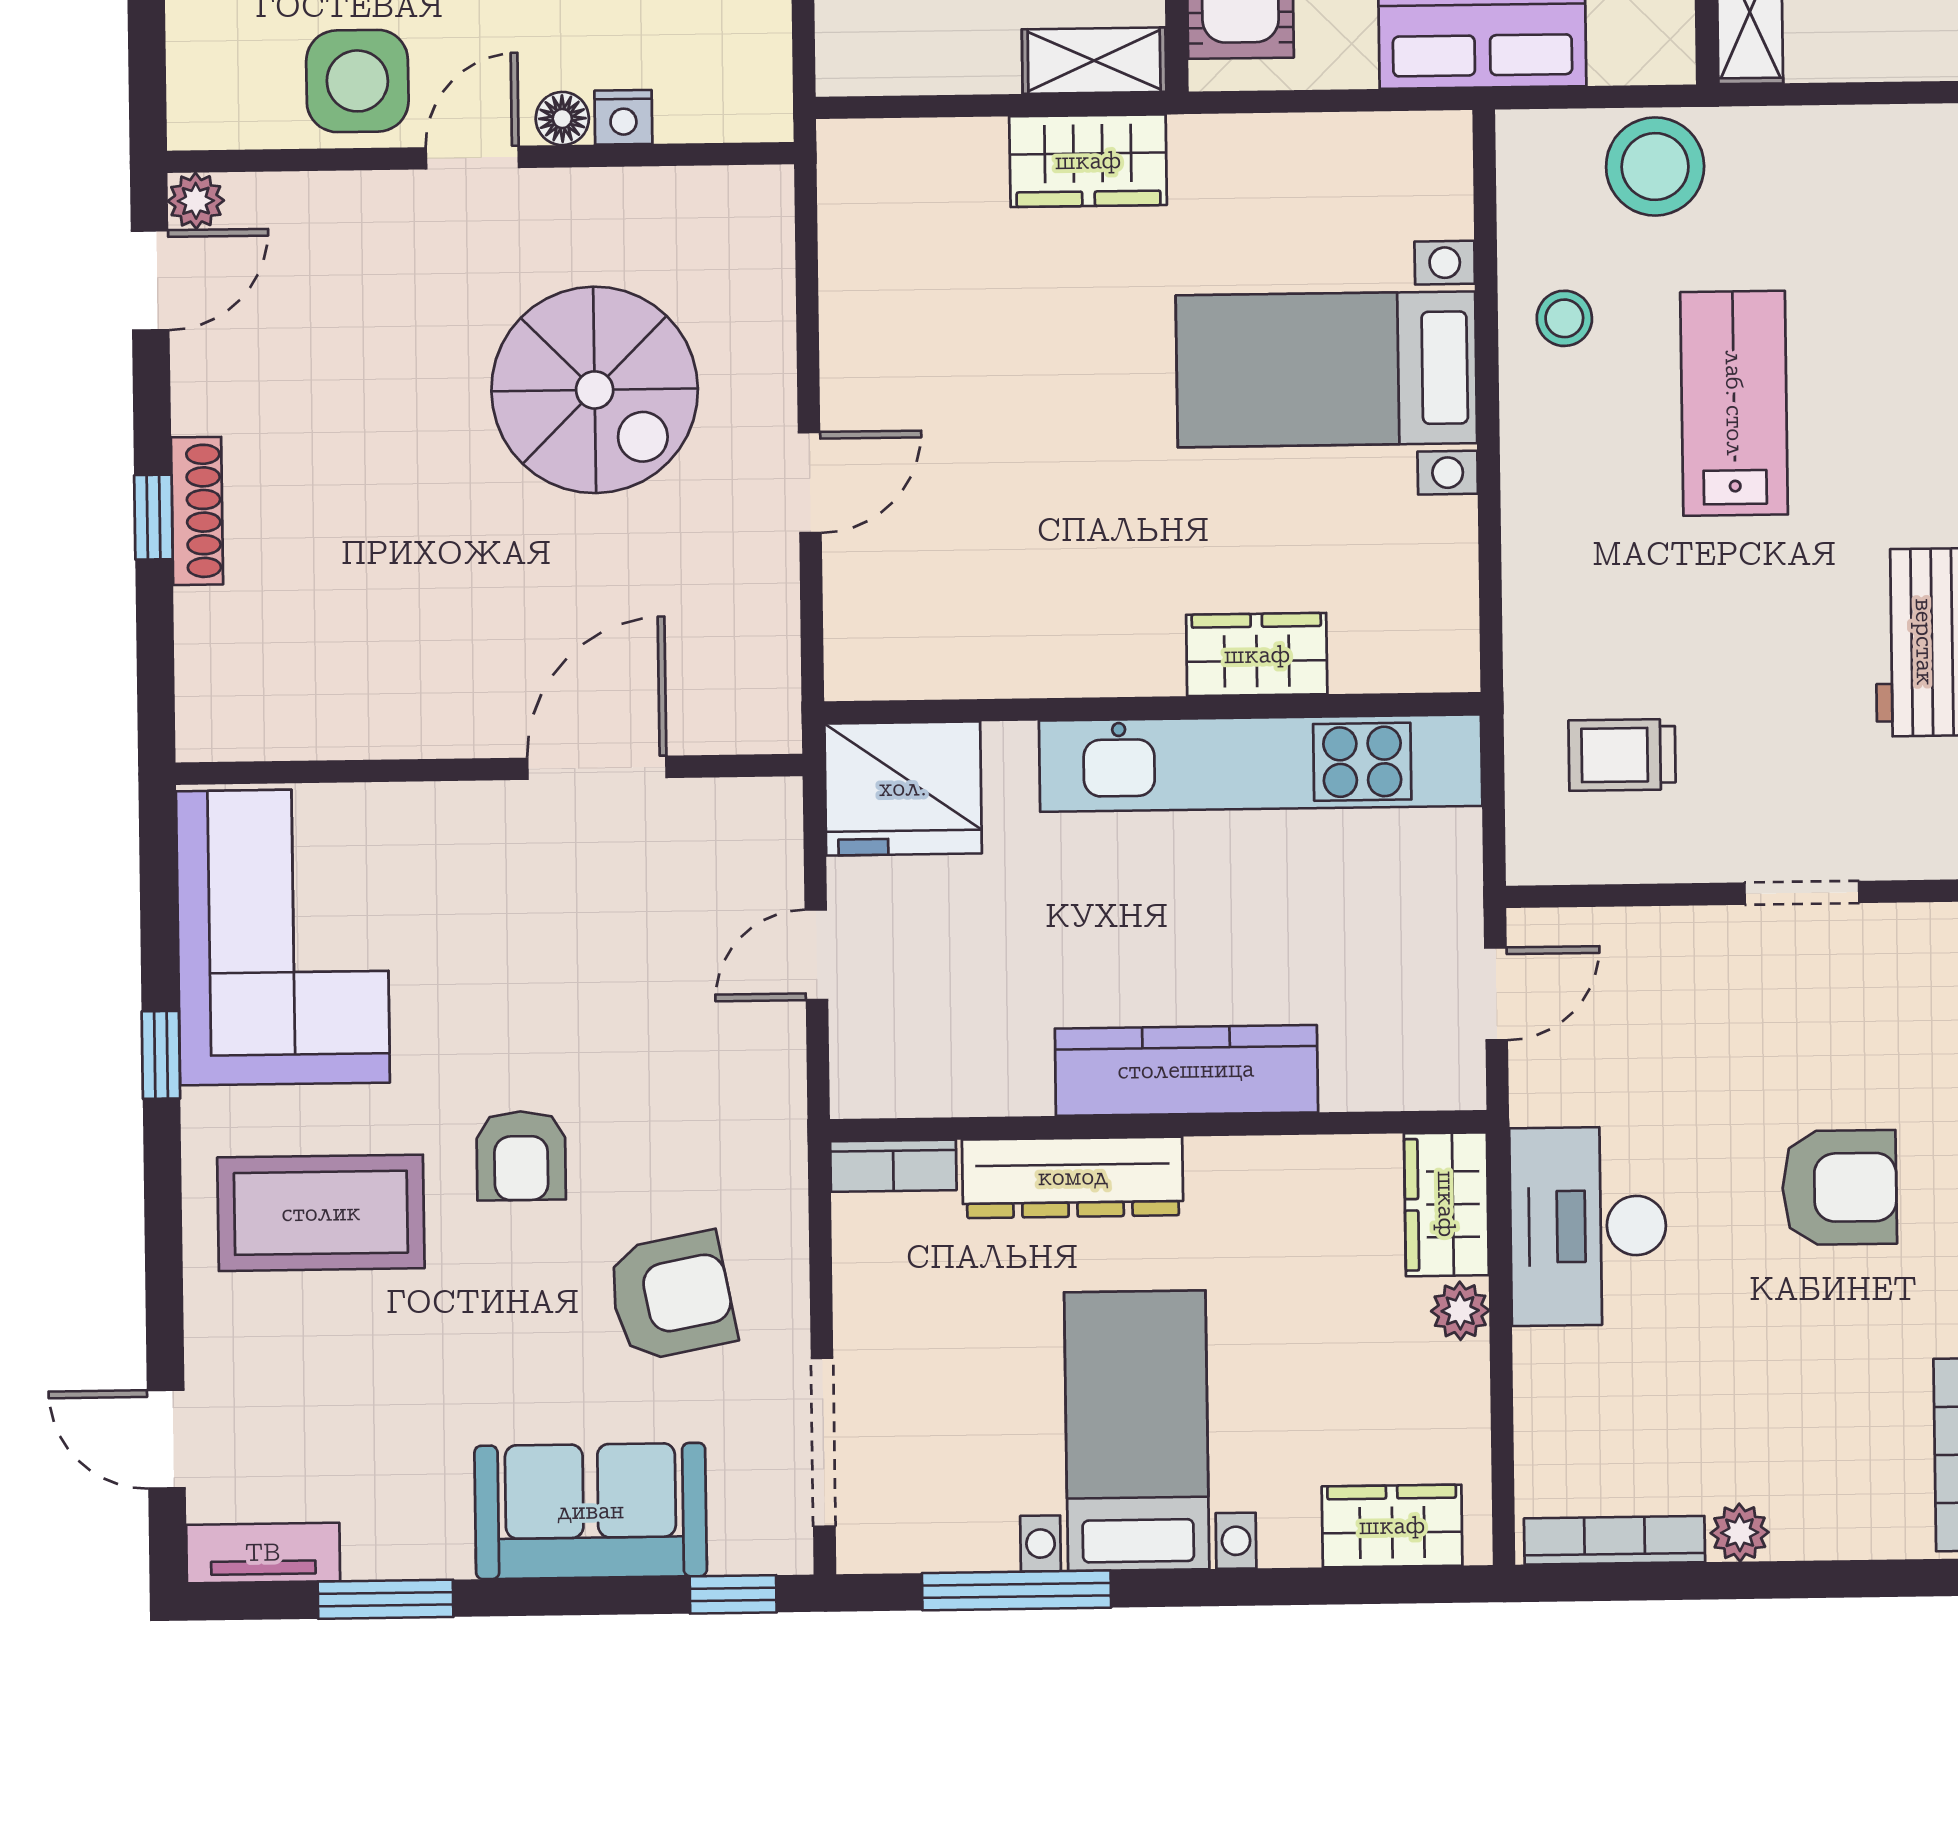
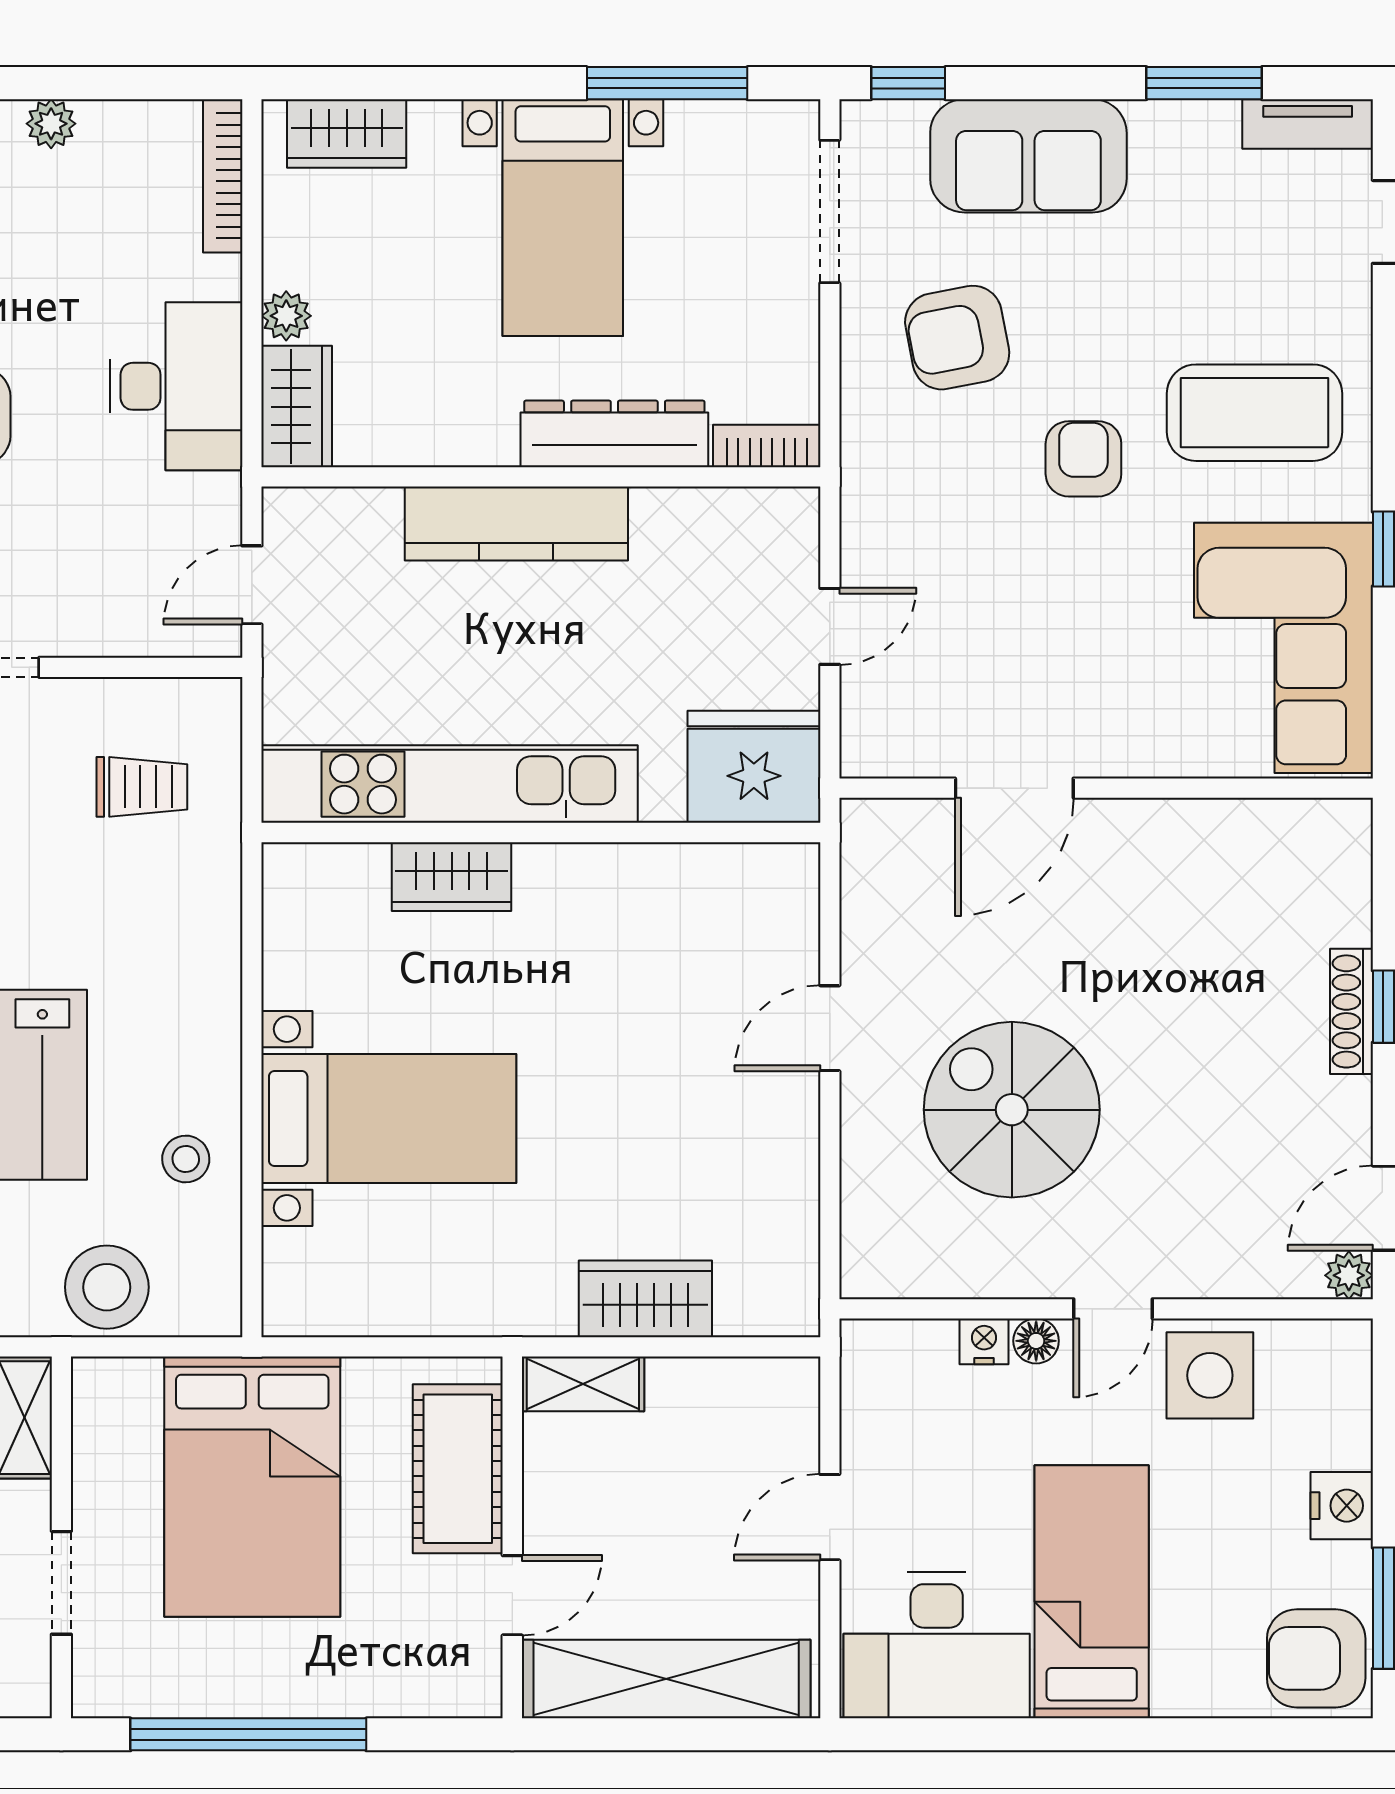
wardrobe: (1088, 161) -> (645, 1299), moved
bookcase: (1615, 1540) -> (223, 176), moved, turned 90

